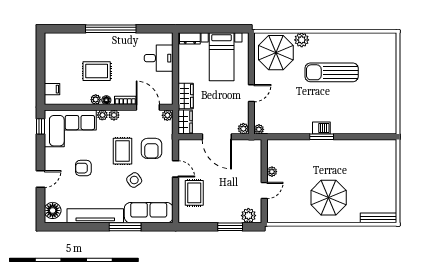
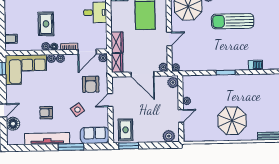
rug: (97, 71) -> (46, 24), turned 90
door: (148, 107) -> (87, 52), swing flipped
barbecue: (321, 128) -> (255, 65), moved
plant: (255, 148) -> (173, 83), added
rug: (123, 151) -> (68, 87), removed
armchair: (83, 168) -> (46, 113), moved
door: (176, 169) -> (110, 100), swing flipped
rug: (194, 193) -> (126, 130), moved
floor lamp: (53, 210) -> (13, 124), moved
sofa: (149, 213) -> (95, 135), width x0.73
window: (230, 227) -> (129, 146), moved

